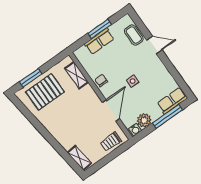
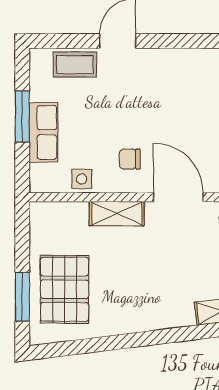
shelving: (77, 75) -> (117, 214), moved
chair: (101, 80) -> (130, 159), moved
side table: (133, 81) -> (82, 179), moved

